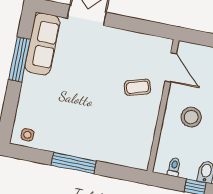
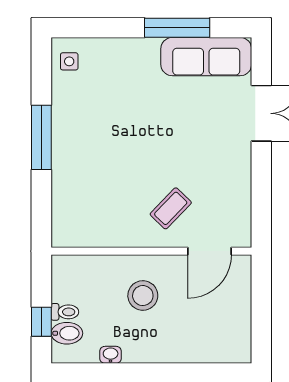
coffee table: (137, 87) -> (171, 208), turned 61
toilet: (174, 167) -> (65, 312), moved

